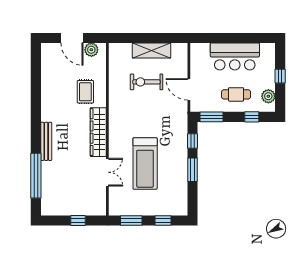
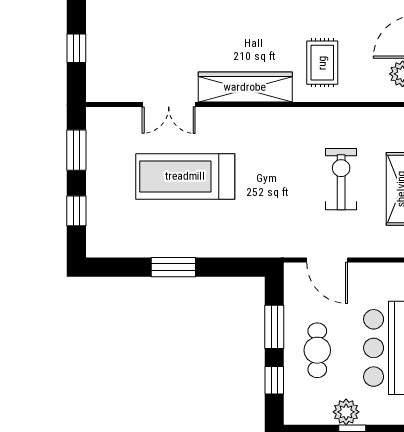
door: (189, 89) -> (327, 260), swing flipped
rug: (85, 92) -> (322, 63), turned 90
plant: (268, 96) -> (346, 412), moved
window: (211, 117) -> (274, 327), moved
window: (193, 141) -> (228, 267), removed

